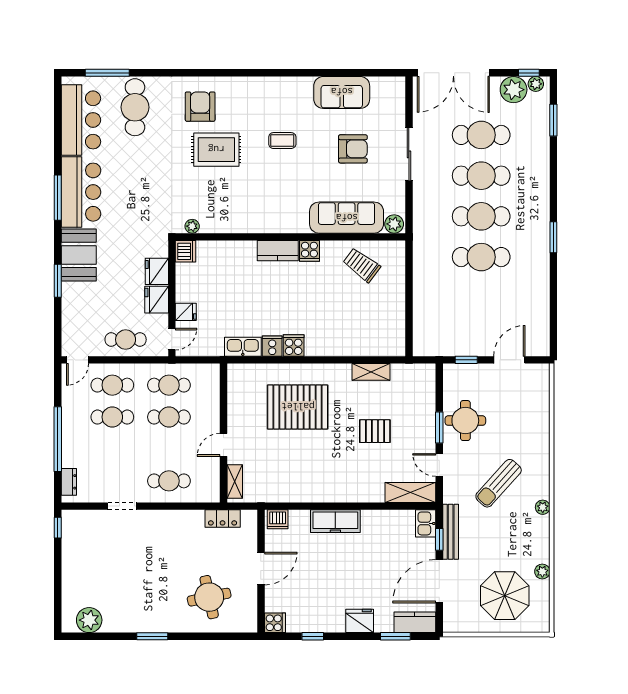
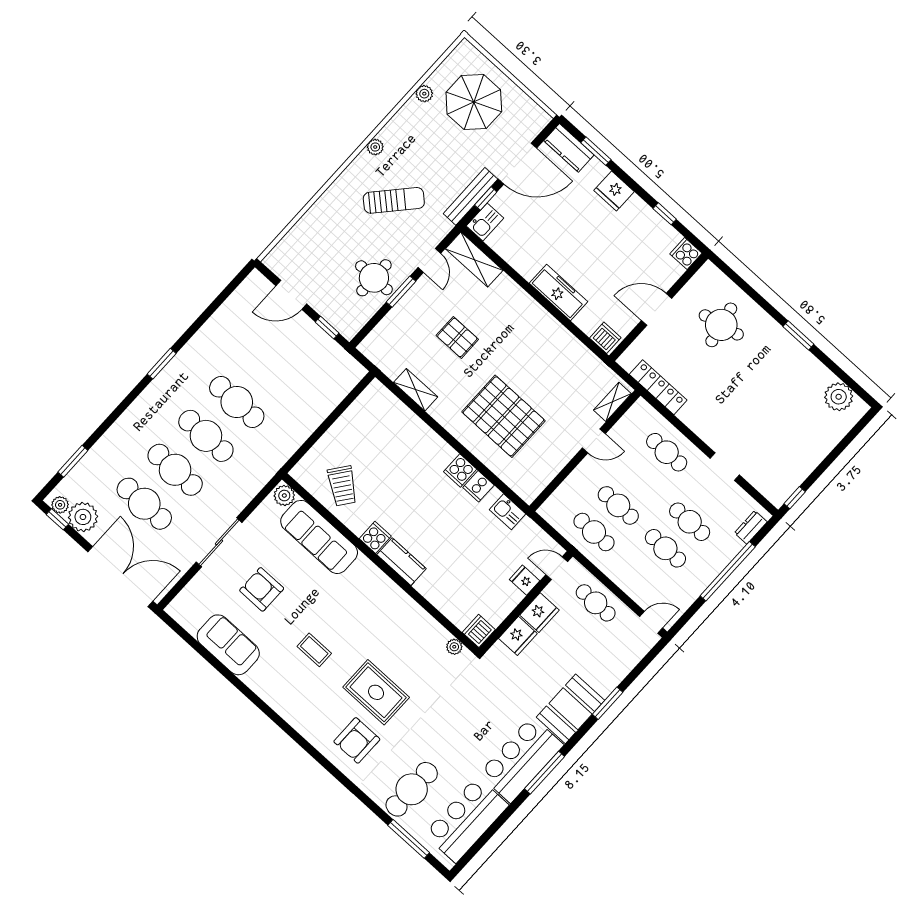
kitchen sink: (243, 347) -> (508, 512), width x0.73
cafe table: (112, 385) -> (690, 522), moved
locker: (223, 519) -> (658, 387), width x1.53

